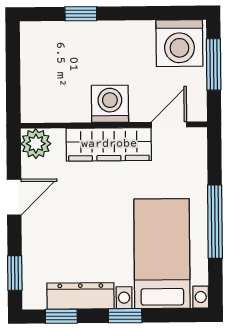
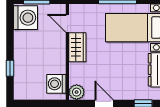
washing machine: (110, 104) -> (56, 84), moved
wardrobe: (109, 144) -> (77, 47), width x0.67

